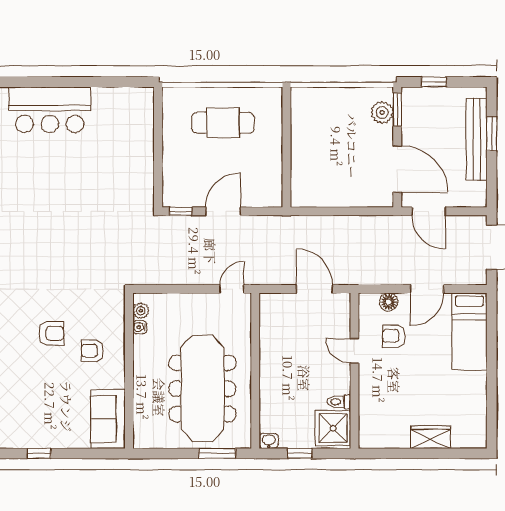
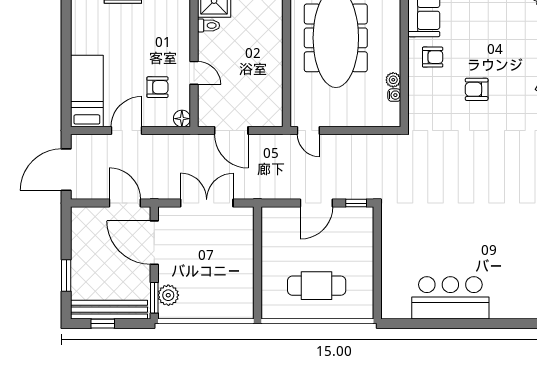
window: (434, 82) -> (103, 324), moved
bar counter: (50, 110) -> (450, 298), moved
bench: (477, 139) -> (109, 310), moved, turned 90
double door: (341, 211) -> (207, 203), added
door: (232, 289) -> (308, 131), hinge flipped
floor lamp: (389, 302) -> (182, 119), moved
plant: (141, 311) -> (393, 80), moved
armchair: (92, 351) -> (433, 57), moved

